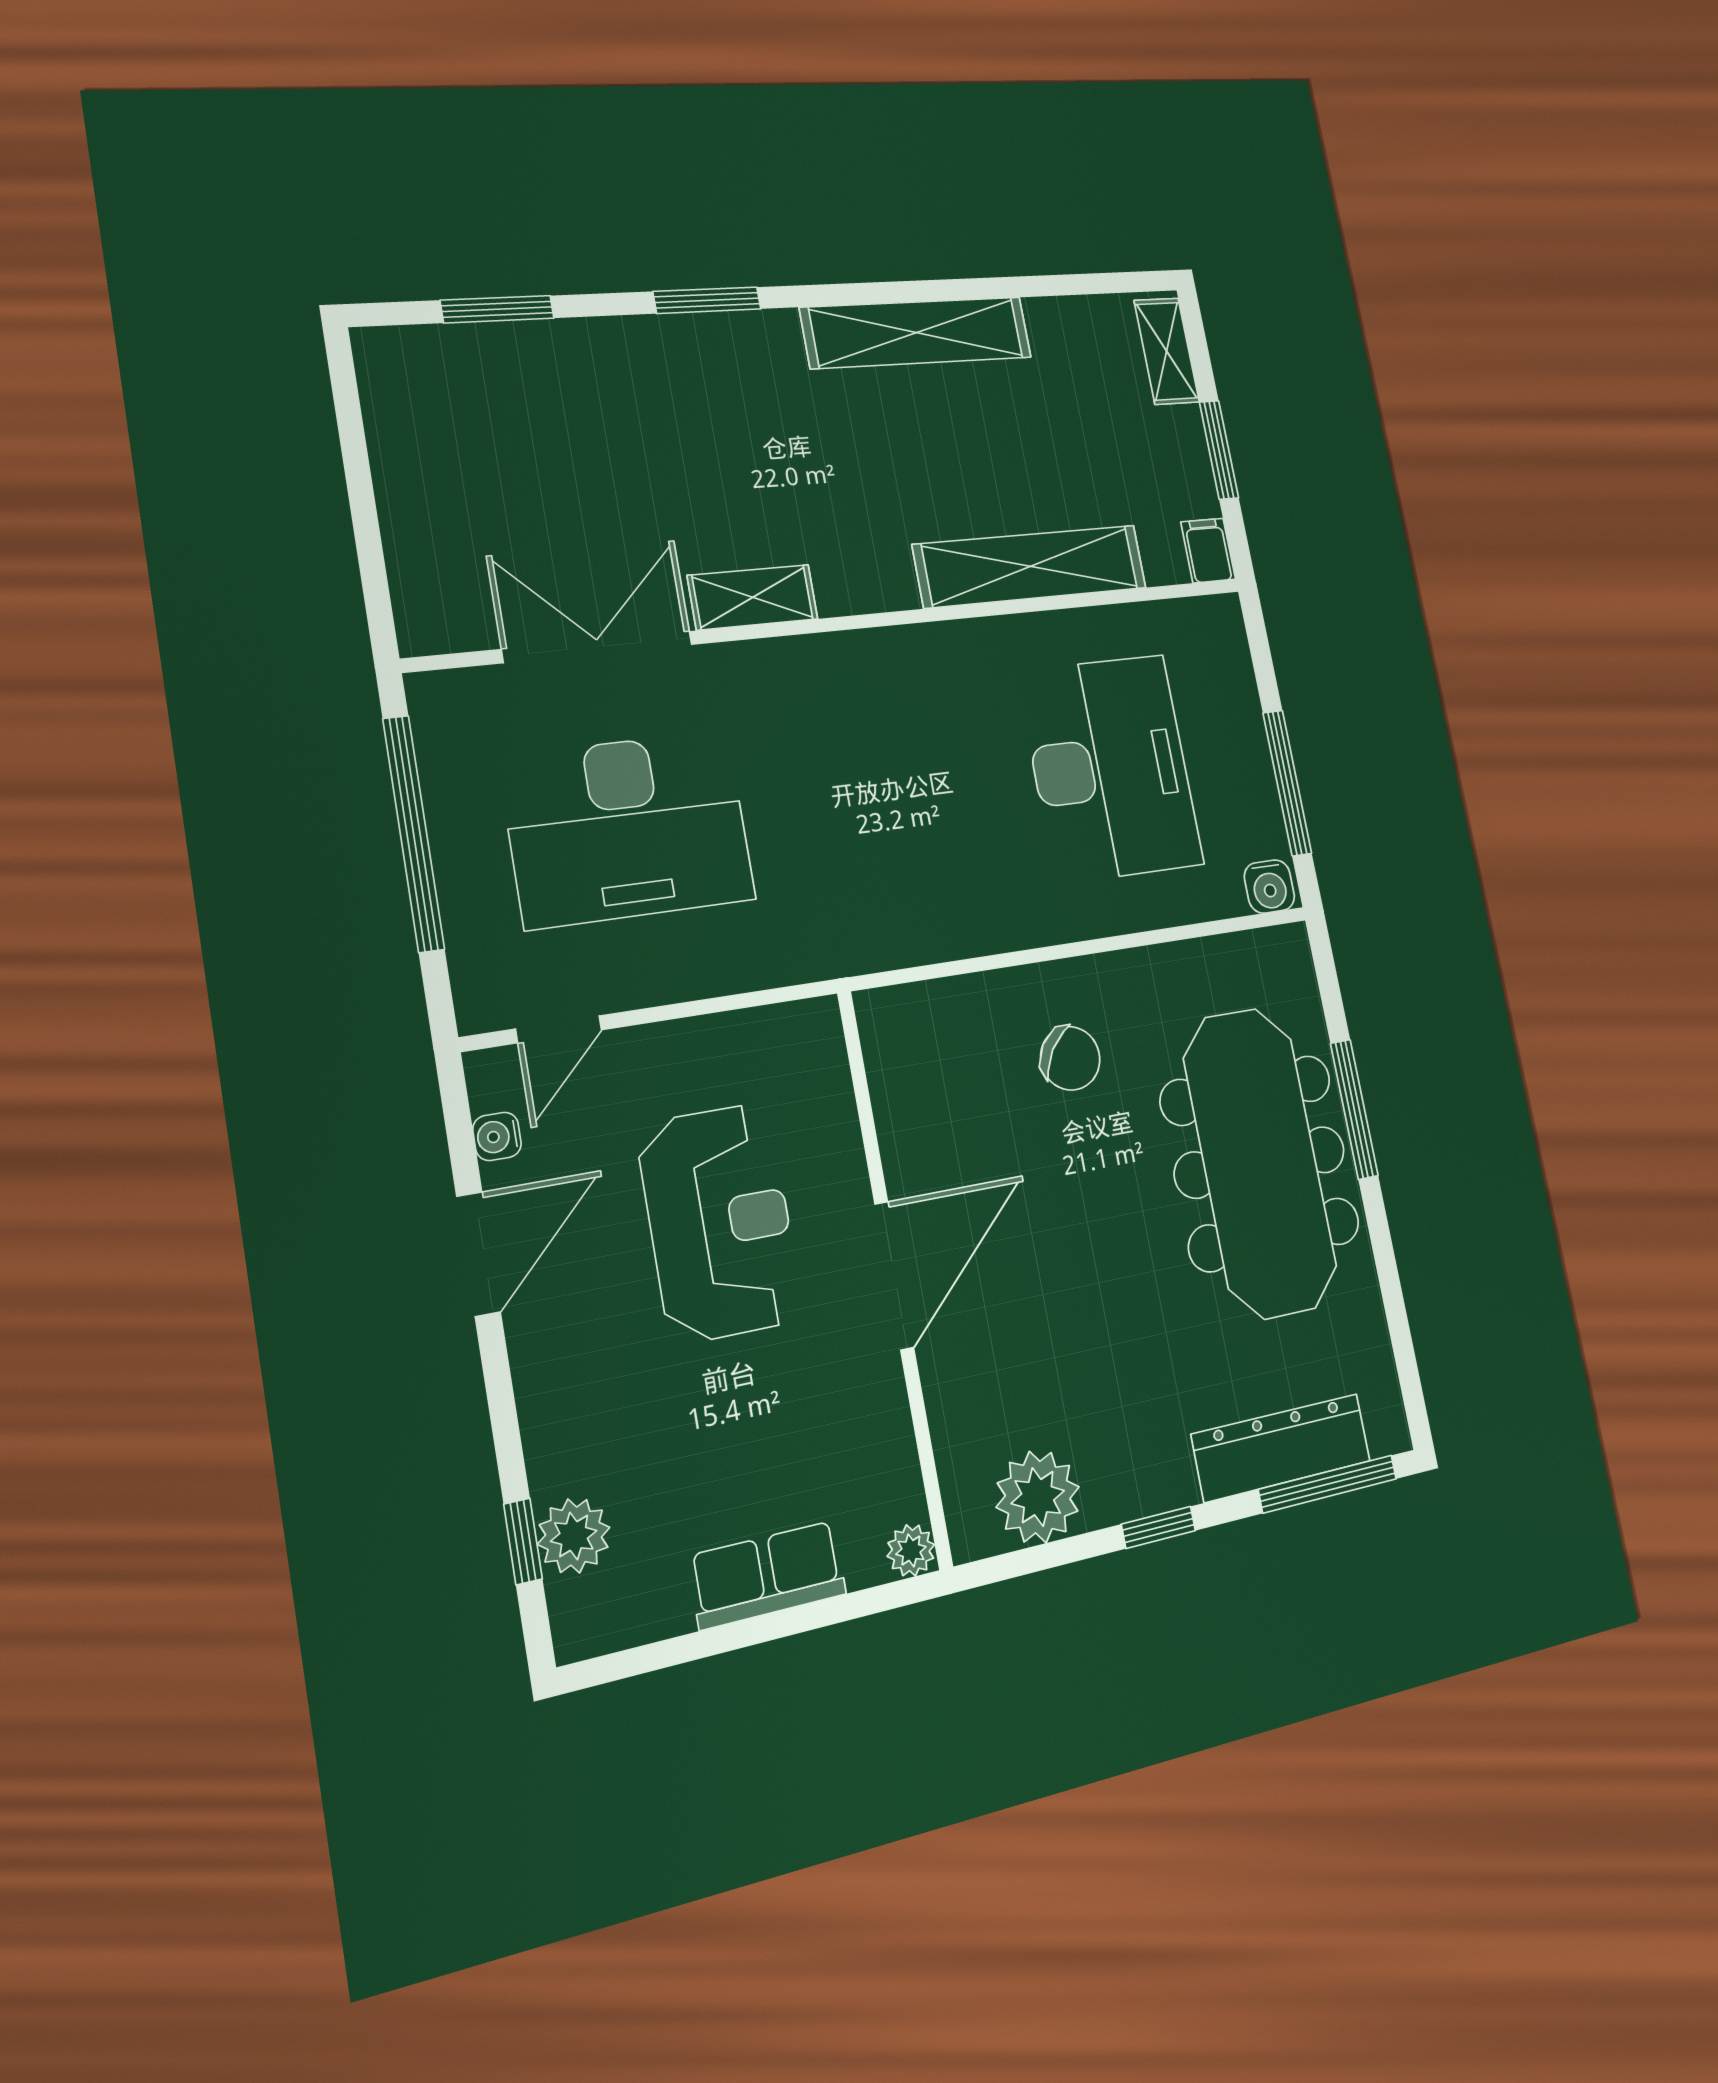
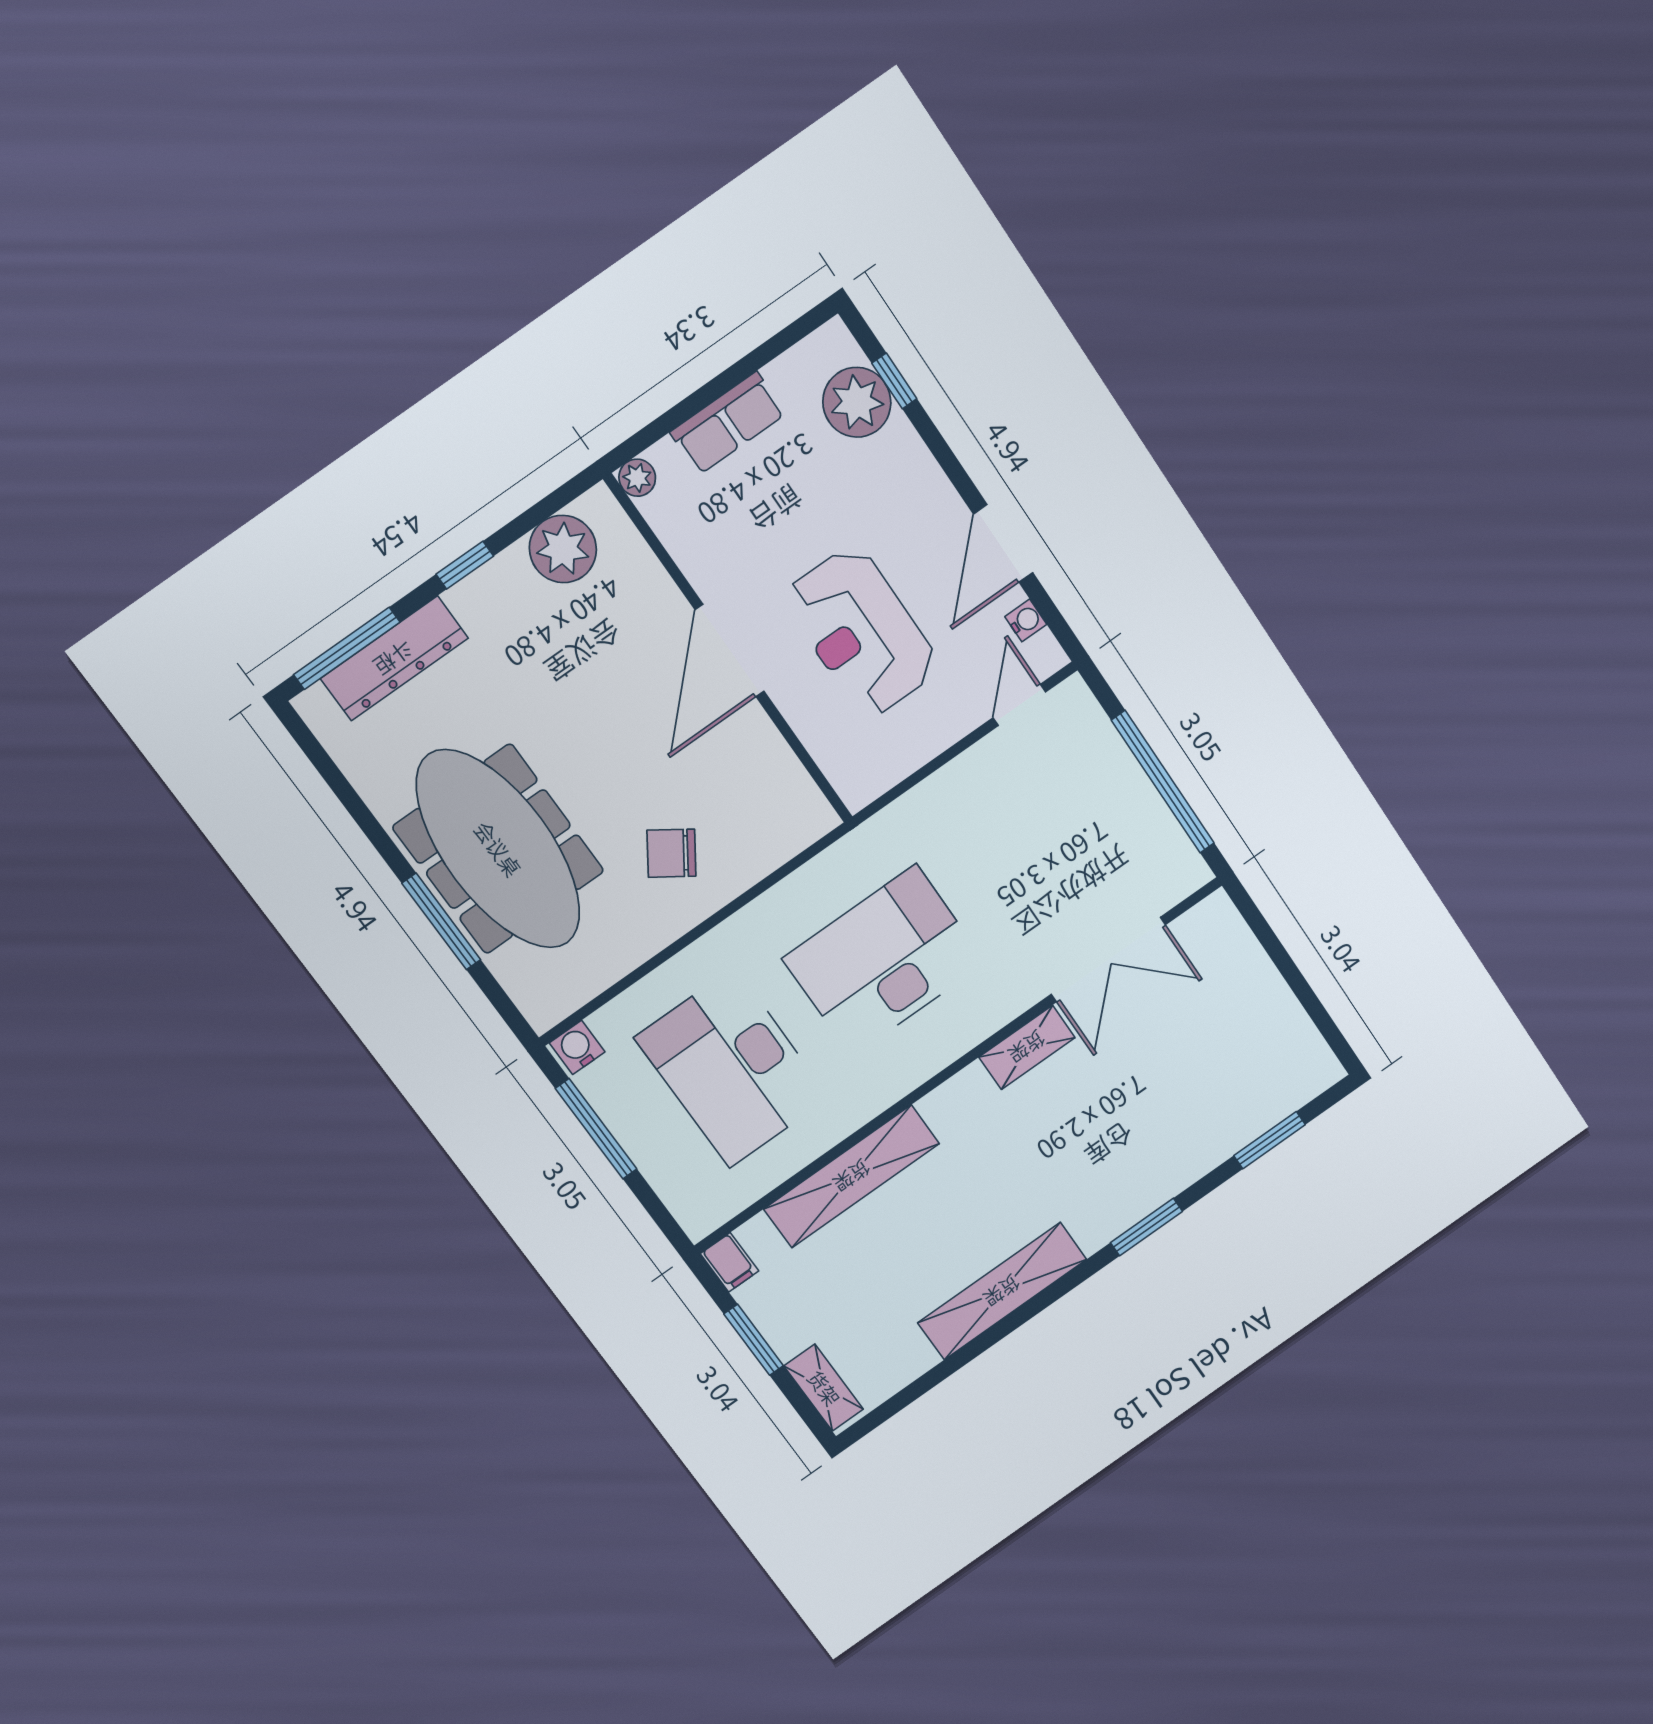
desk: (628, 828) -> (884, 961), moved
plant: (574, 1536) -> (857, 402), width x1.36, depth x1.36

